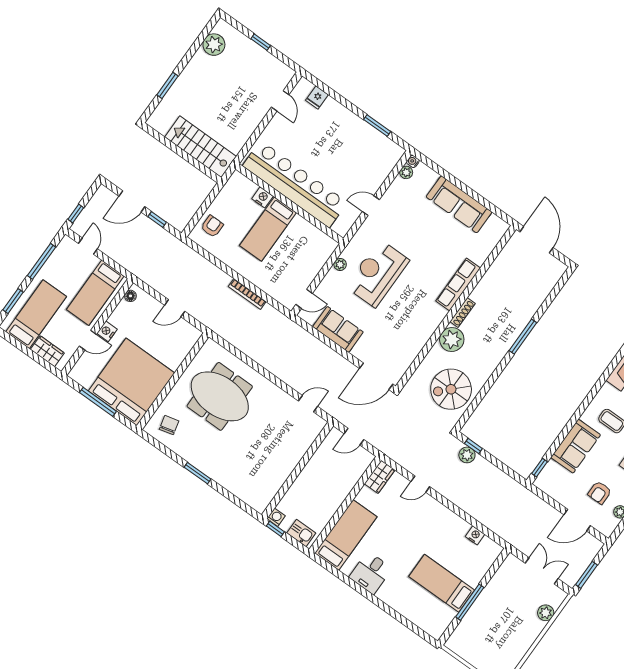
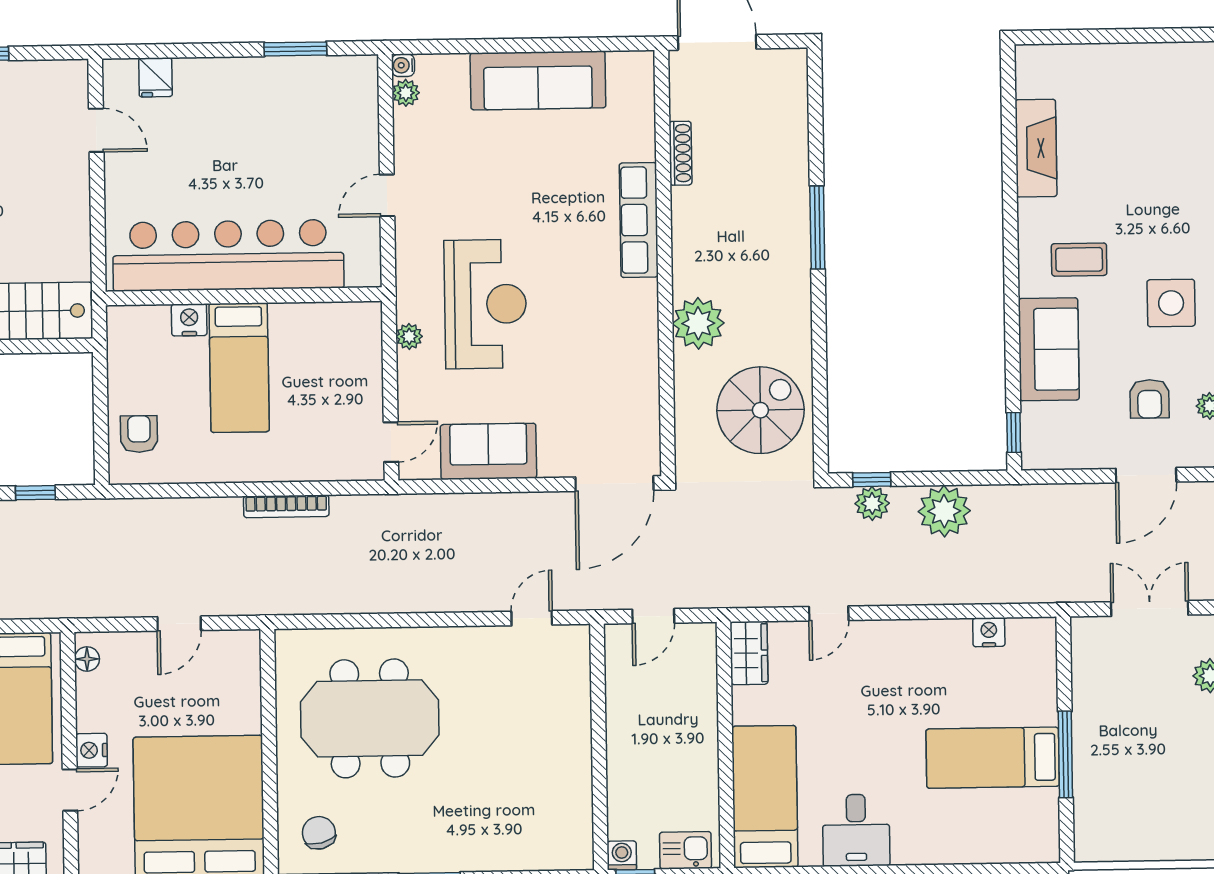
reception desk: (378, 273) -> (485, 304), turned 180
shoe rack: (462, 312) -> (680, 153), moved
spiral stairs: (451, 389) -> (760, 410), turned 180
plant: (492, 478) -> (944, 511), added

